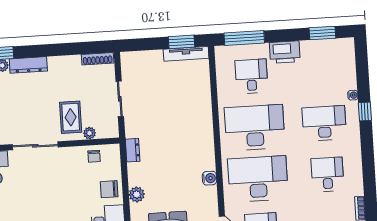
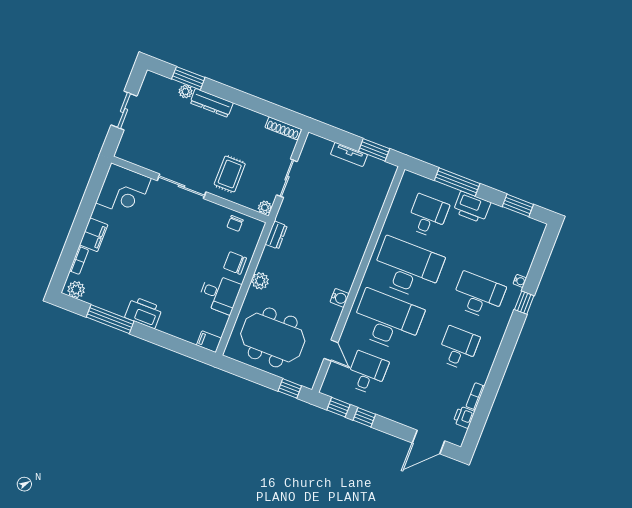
window: (244, 38) -> (457, 182), moved
tv unit: (186, 54) -> (349, 154), moved, width x0.71
plant: (90, 133) -> (265, 208), moved

